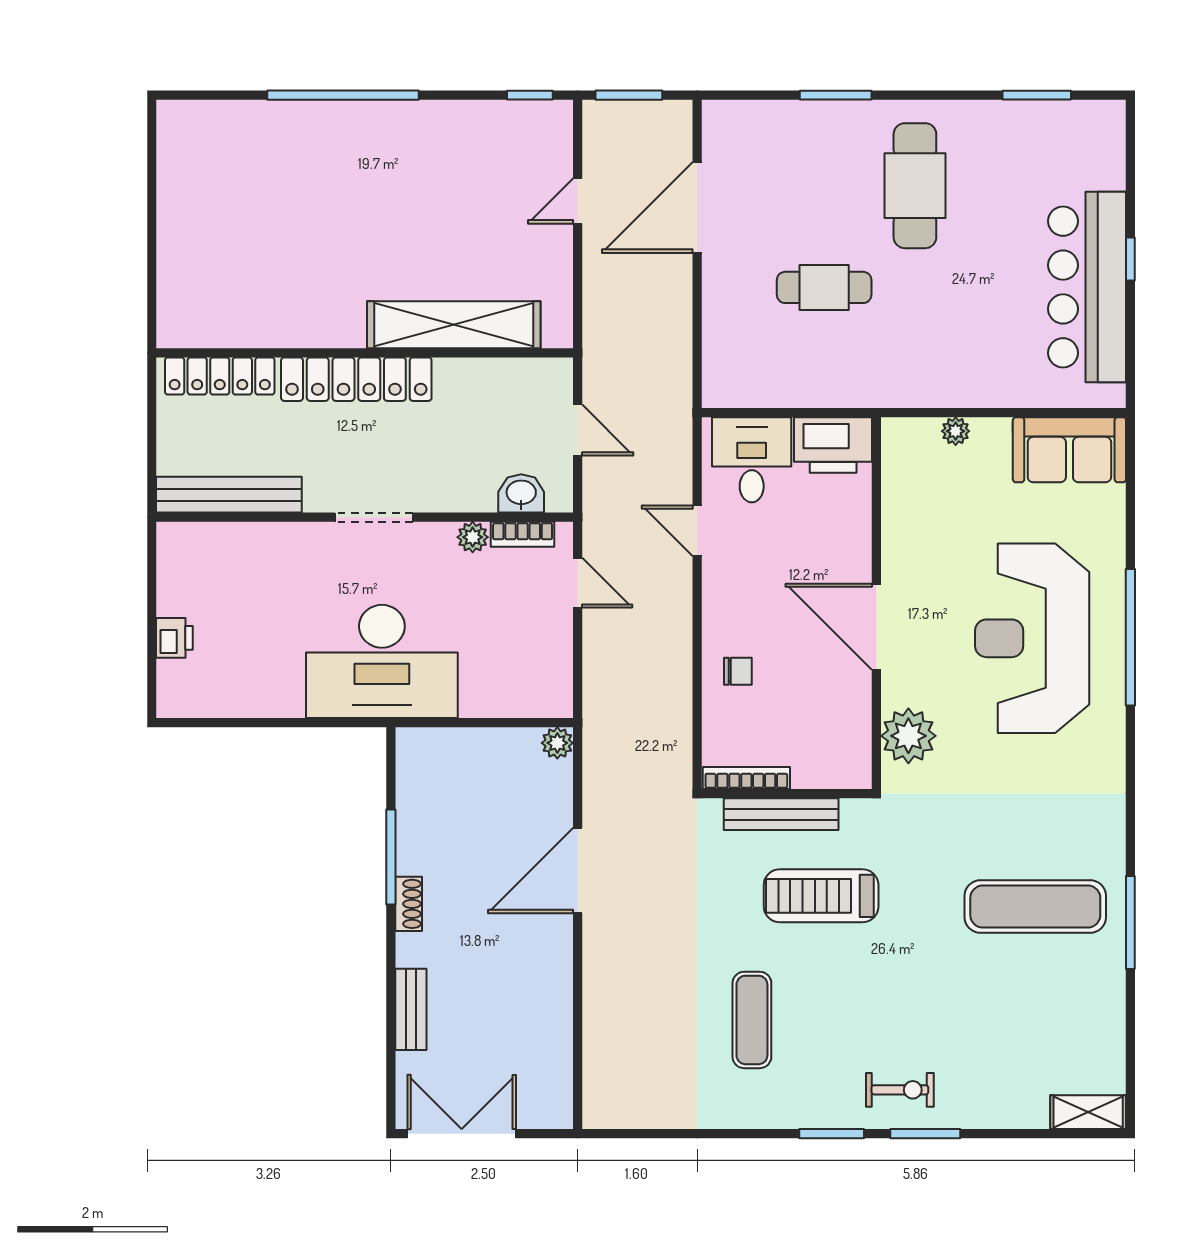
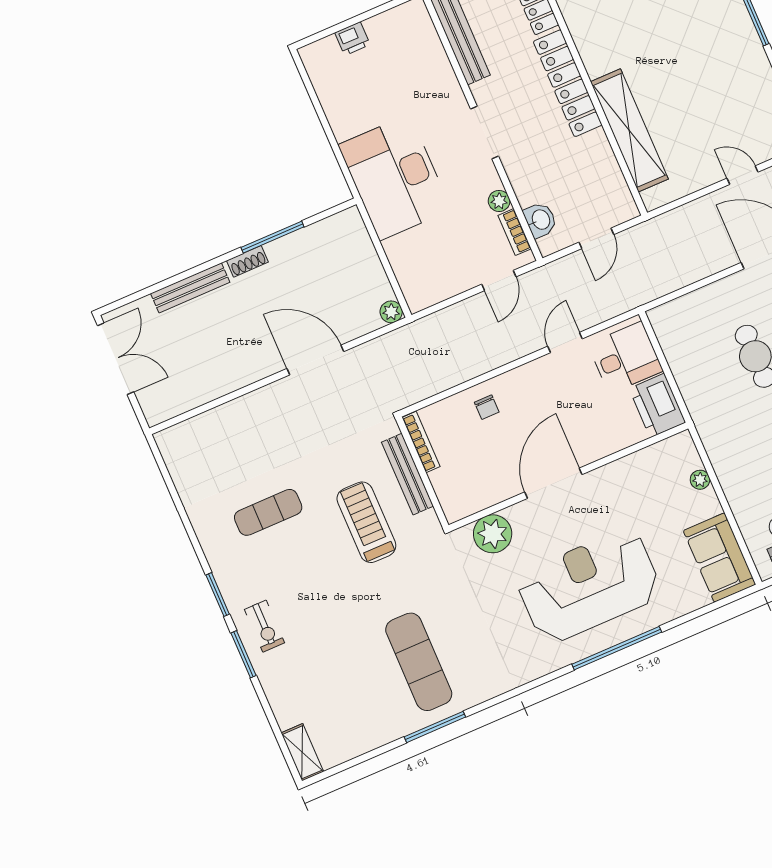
bench: (411, 1009) -> (190, 288), width x1.36

